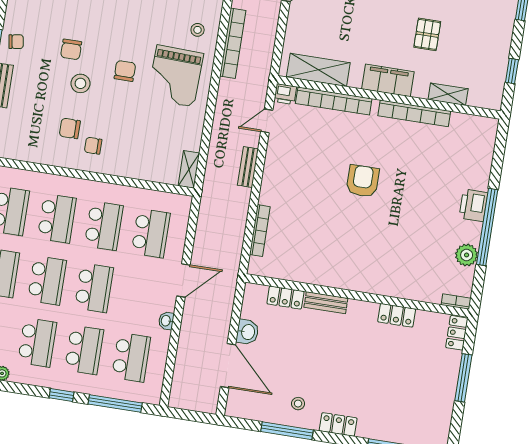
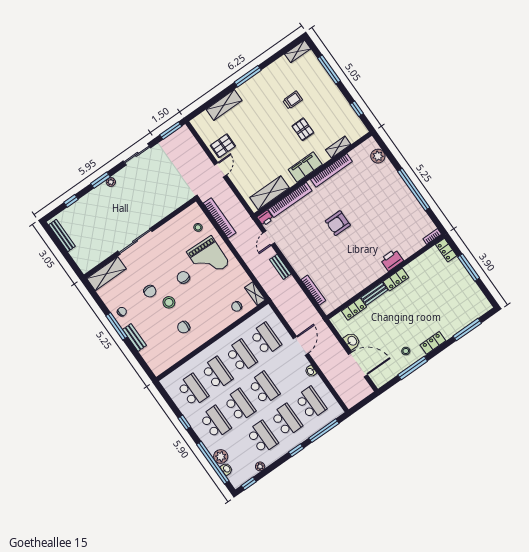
chair: (93, 146) -> (237, 306), moved
armchair: (363, 181) -> (338, 223), turned -90
printer: (473, 205) -> (392, 260), moved, turned 90
plant: (467, 255) -> (378, 156), moved
locker: (397, 315) -> (396, 280), moved

